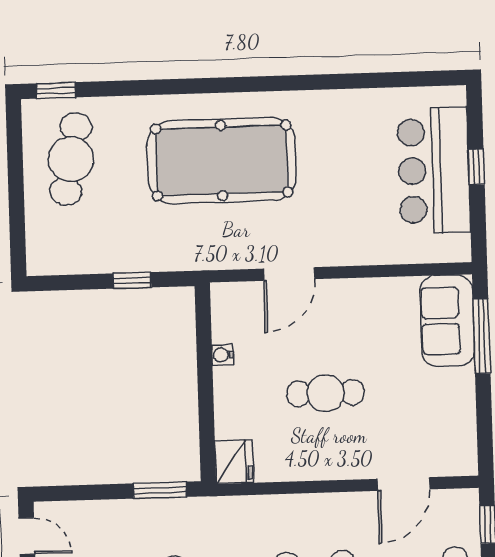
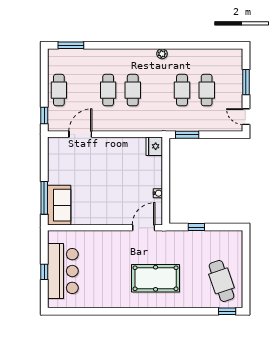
cafe table: (71, 159) -> (222, 281), turned -30
pool table: (222, 161) -> (156, 278), width x0.73, depth x0.76
door: (289, 274) -> (144, 228), moved
cafe table: (325, 393) -> (113, 175), removed

